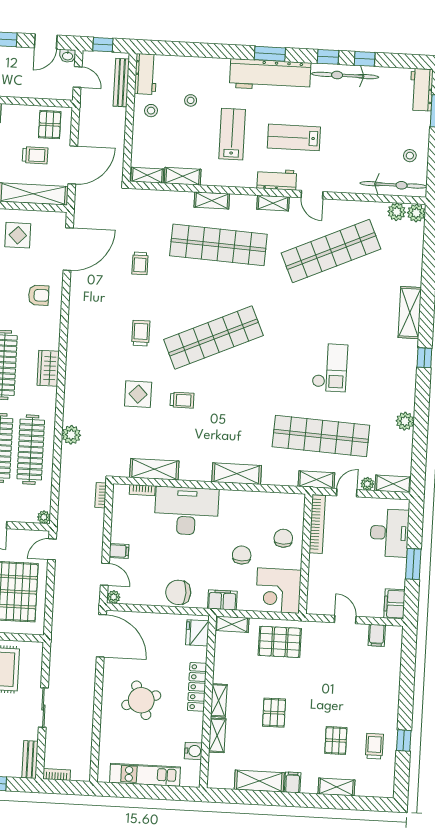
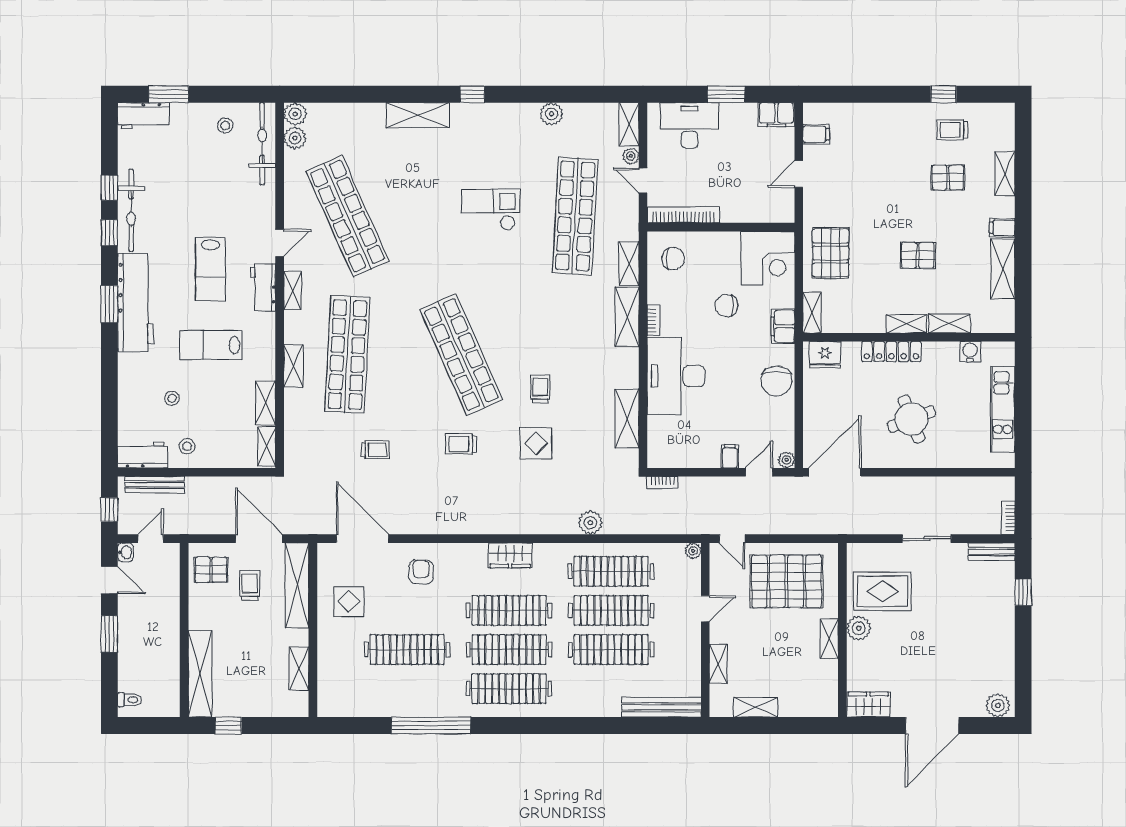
shelving: (316, 480) -> (629, 264), moved
bookcase: (142, 490) -> (653, 320), moved
chair: (283, 538) -> (673, 259), moved, turned 180

